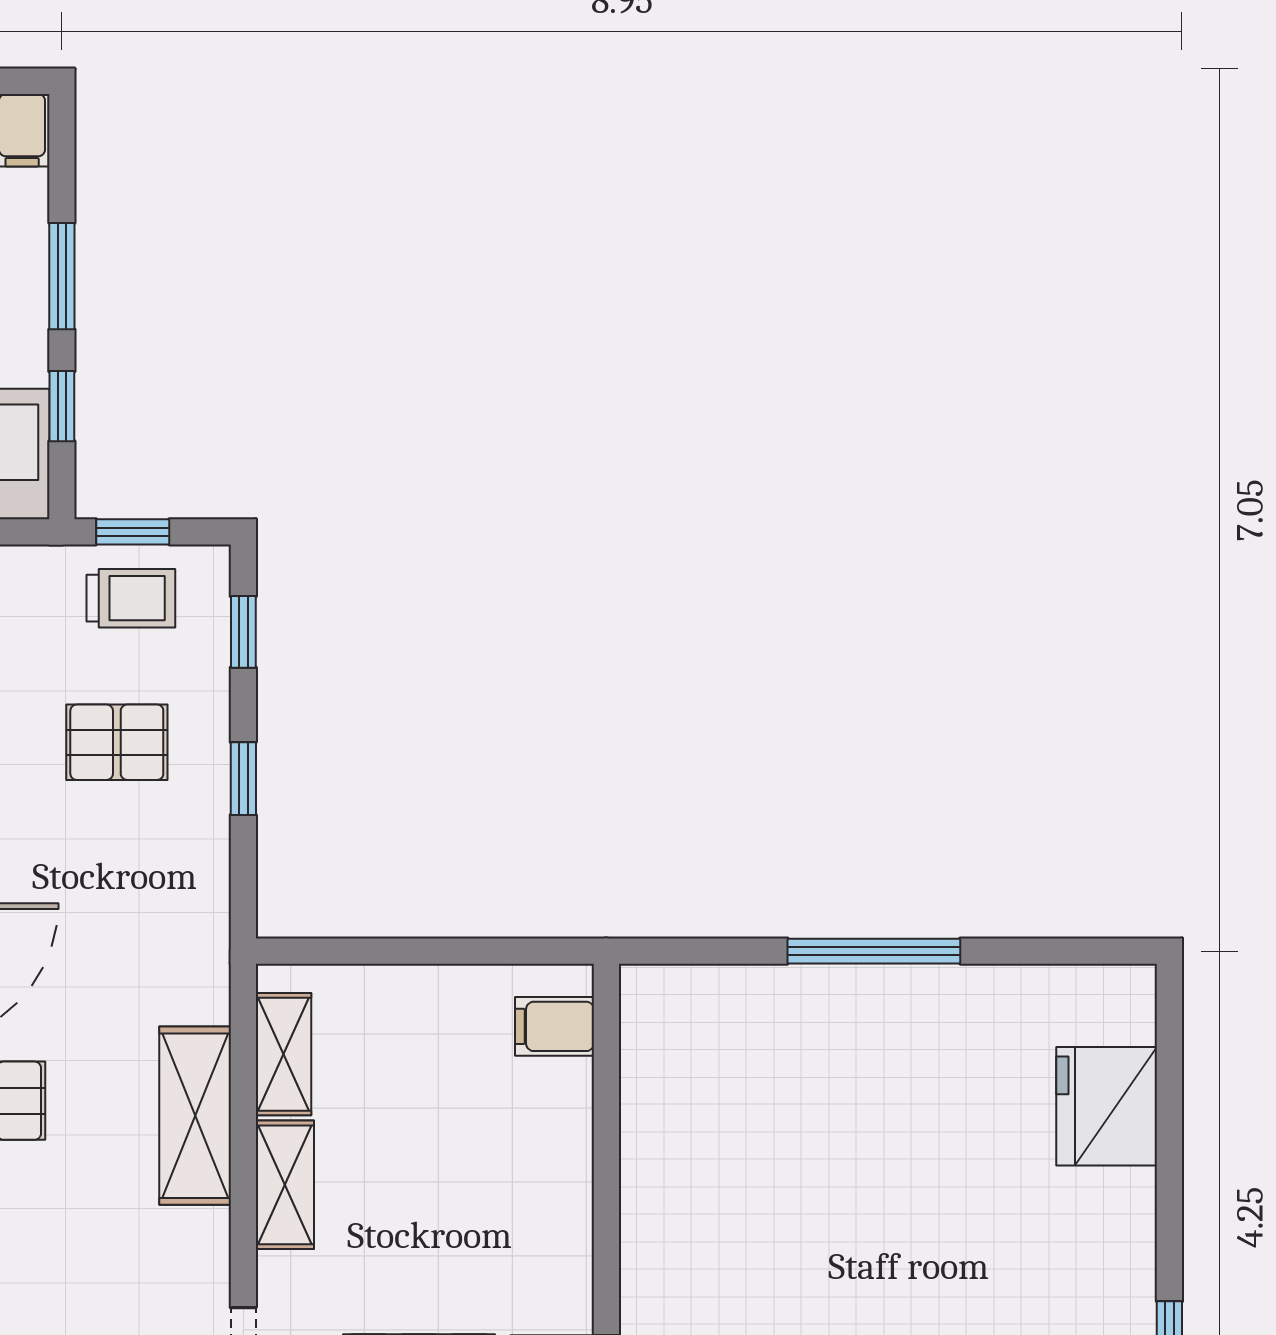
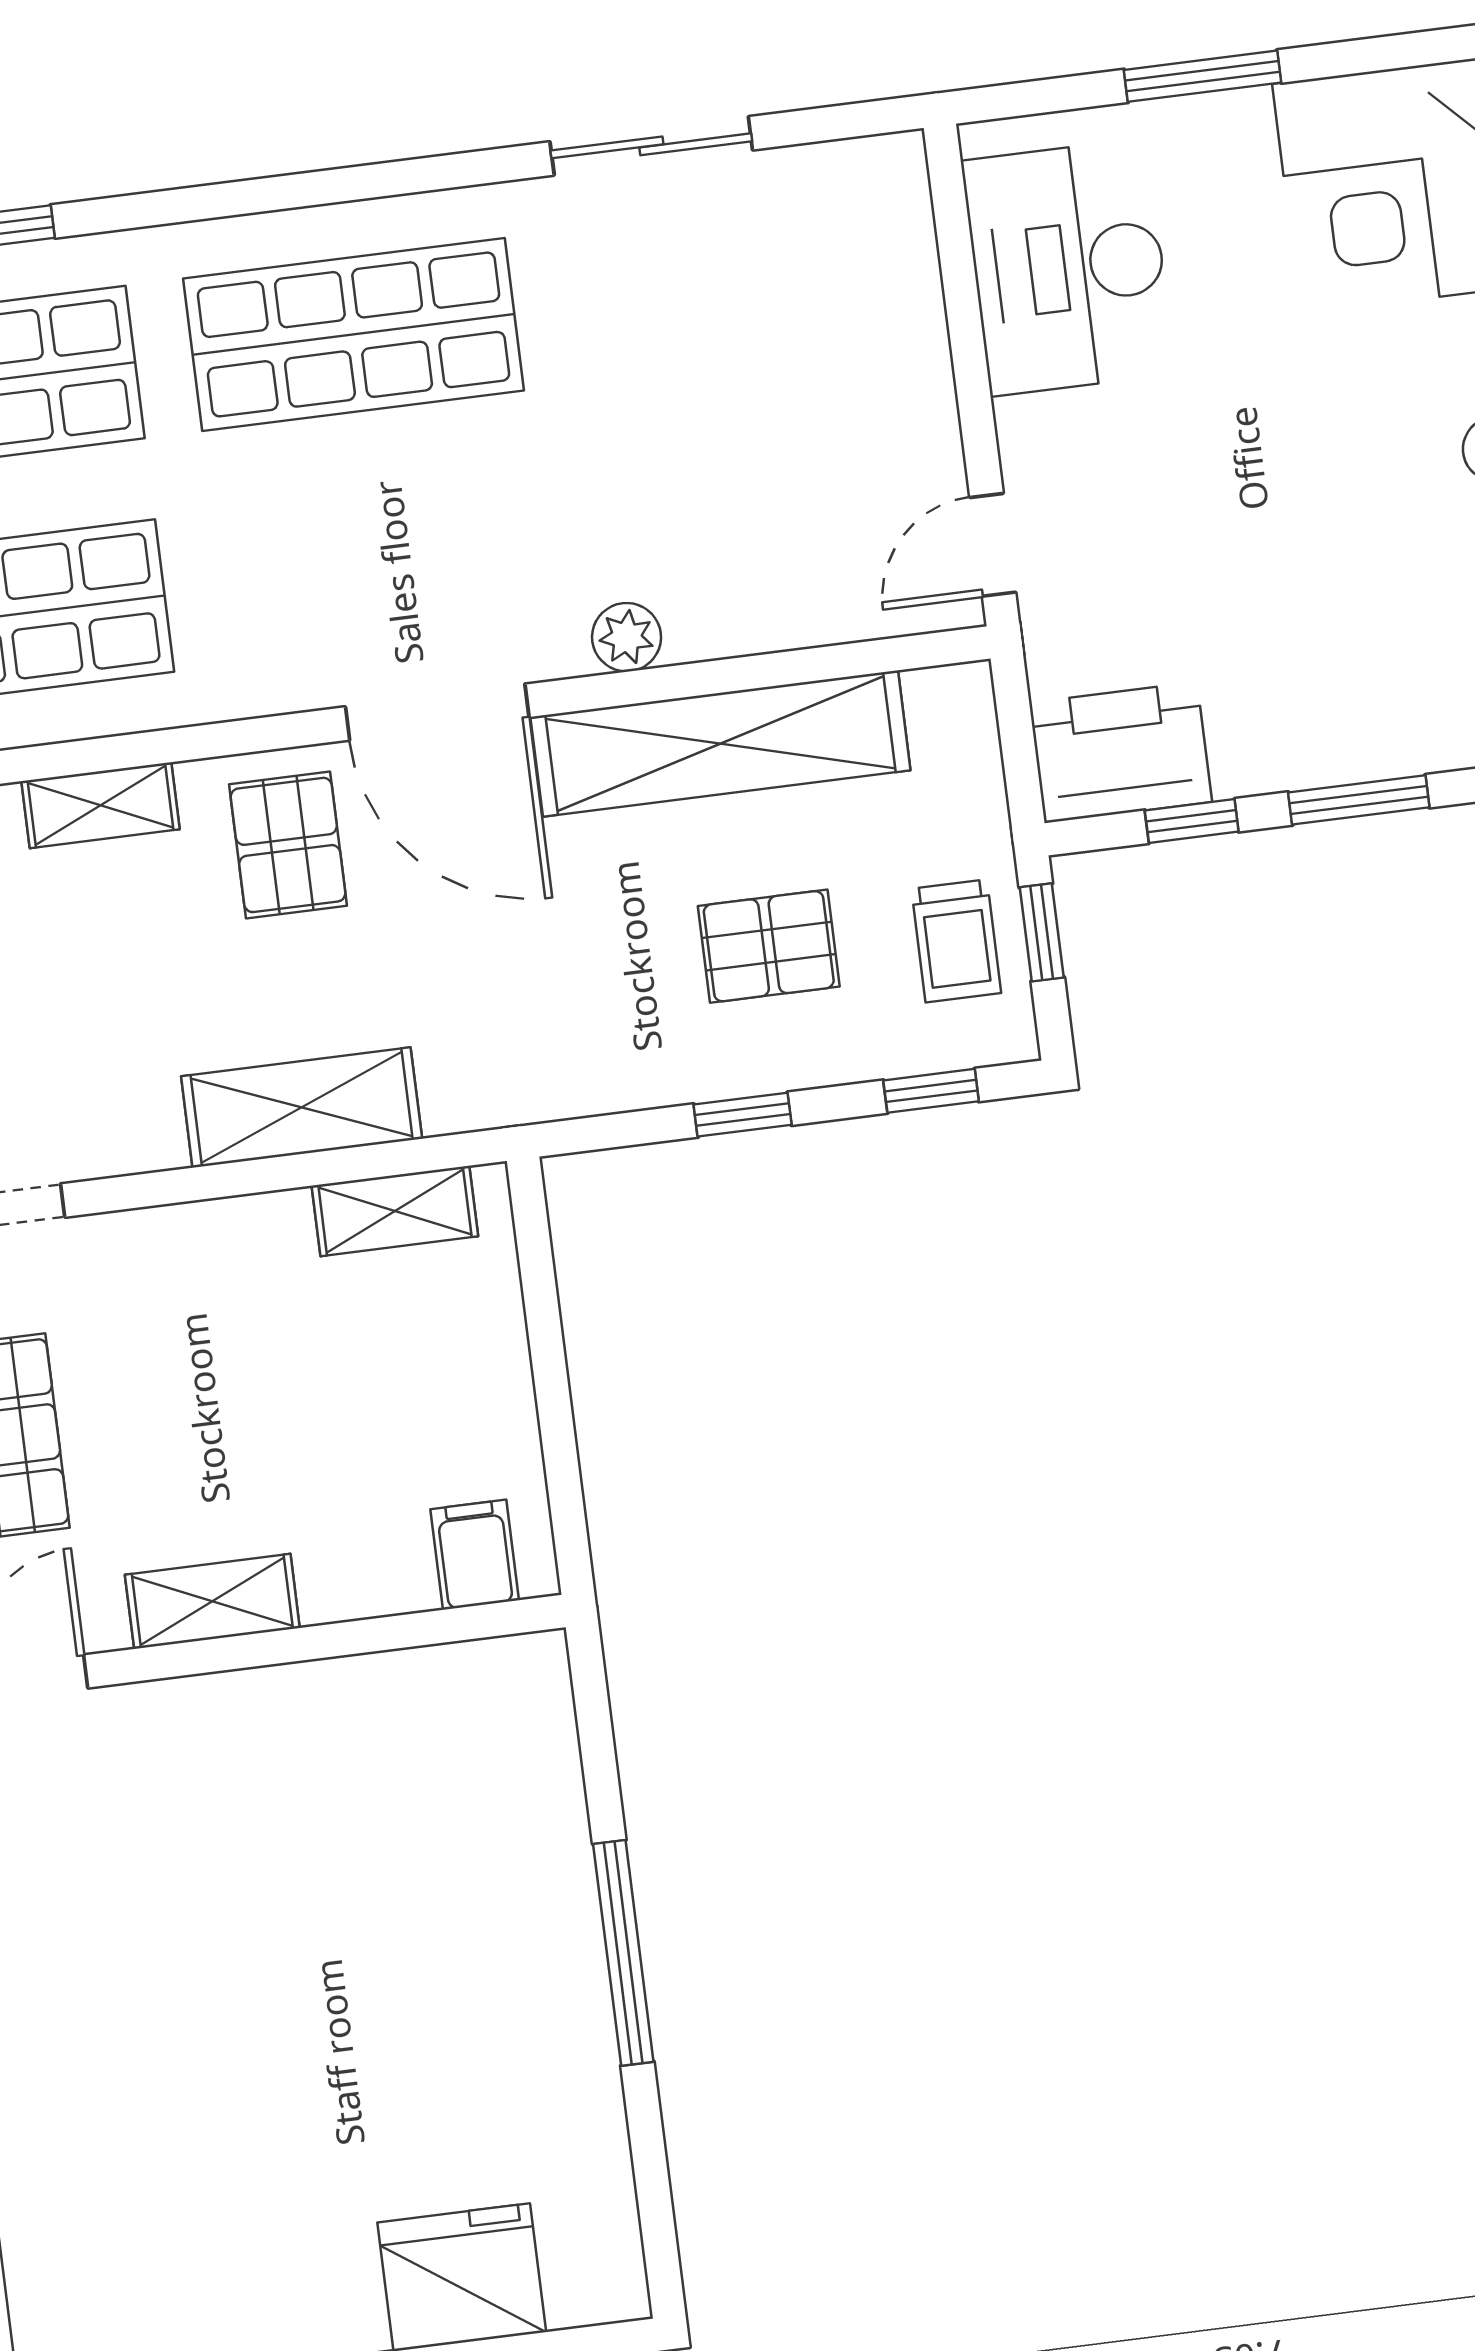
pallet: (117, 742) -> (769, 946), turned 90
shelving: (285, 1185) -> (212, 1601), moved

